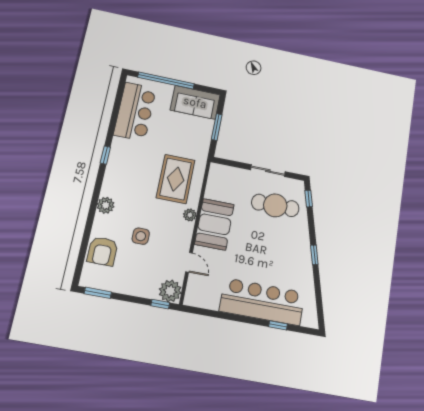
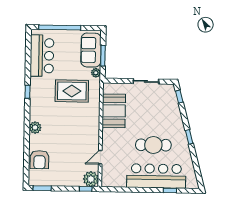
sofa: (195, 102) -> (91, 50), moved, turned 90
rug: (176, 179) -> (72, 91), moved, turned 90
cafe table: (275, 205) -> (153, 145), moved
plant: (190, 215) -> (96, 73), moved
booth: (214, 224) -> (114, 111), moved
side table: (141, 236) -> (63, 145), removed
door: (189, 262) -> (100, 157), swing flipped

